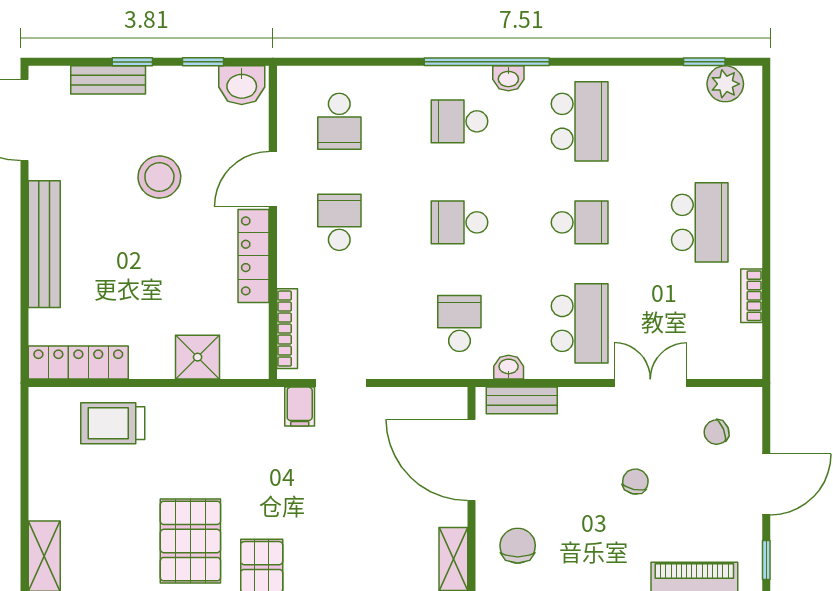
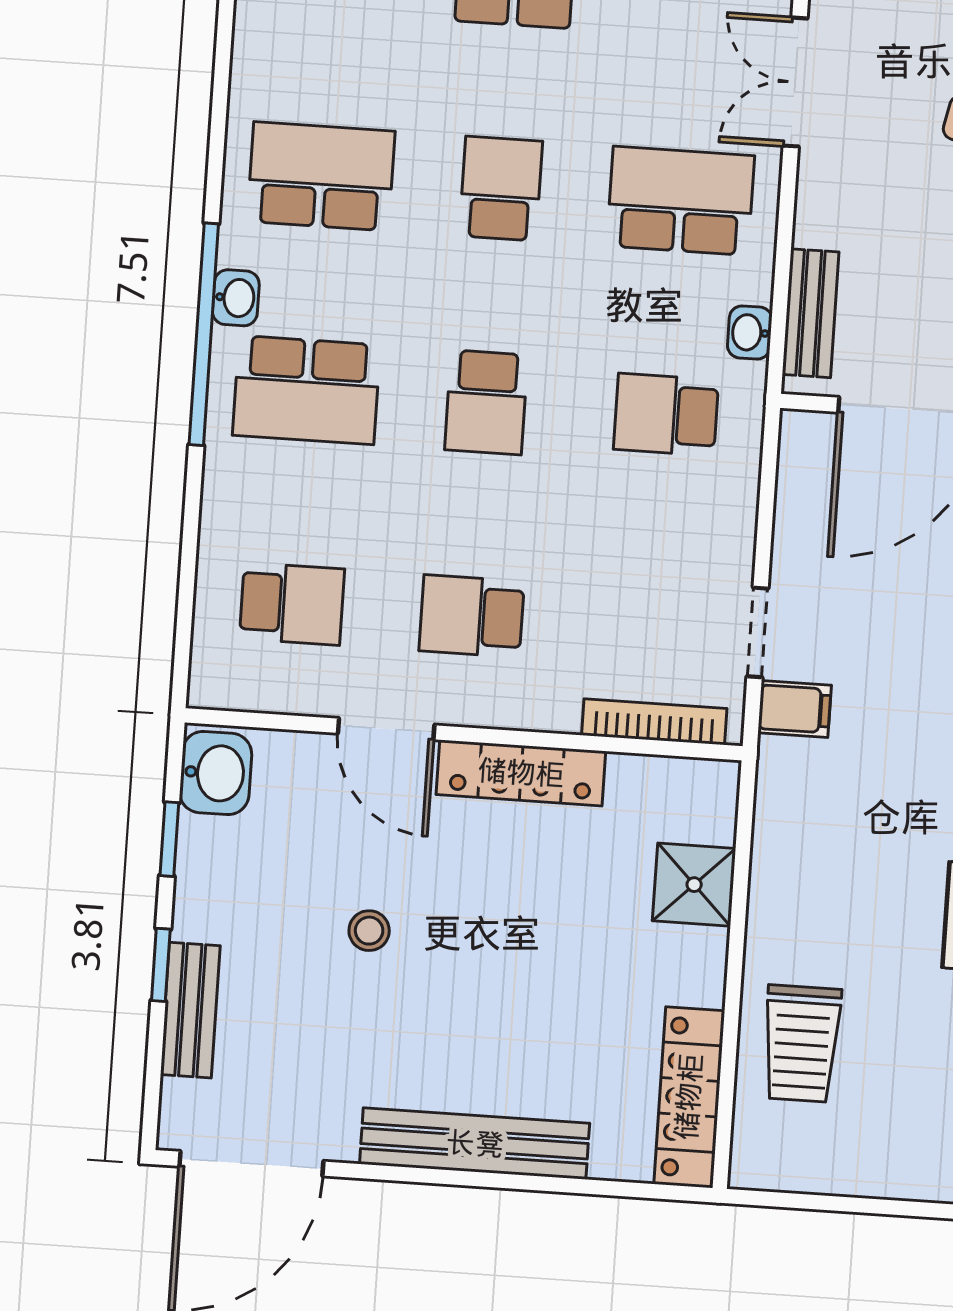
school desk: (459, 121) -> (306, 390), width x1.85
stool: (159, 177) -> (369, 931), width x0.53, depth x0.53

